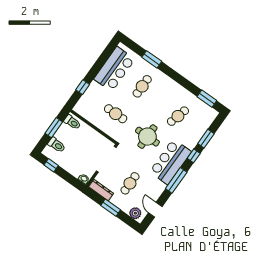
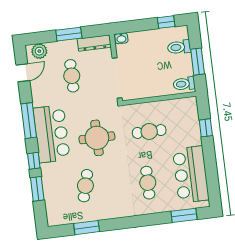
window: (152, 59) -> (184, 215), moved
window: (207, 99) -> (87, 228), moved
door: (155, 210) -> (23, 73), hinge flipped

